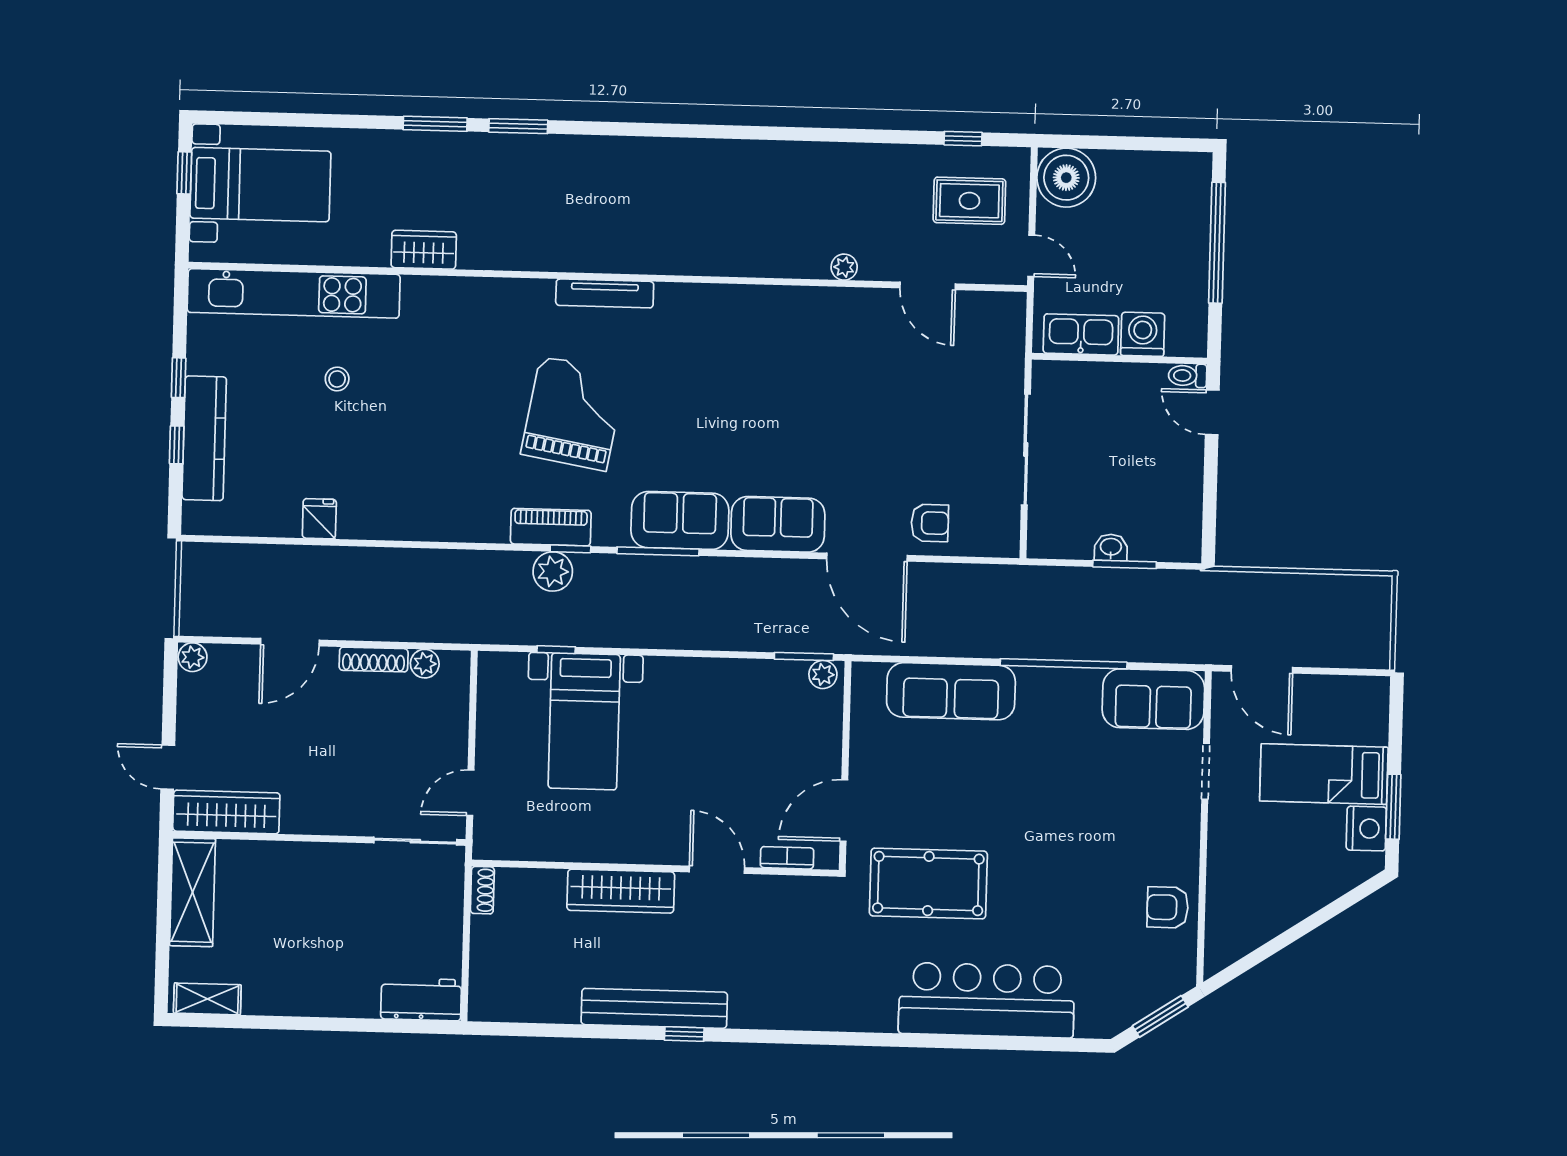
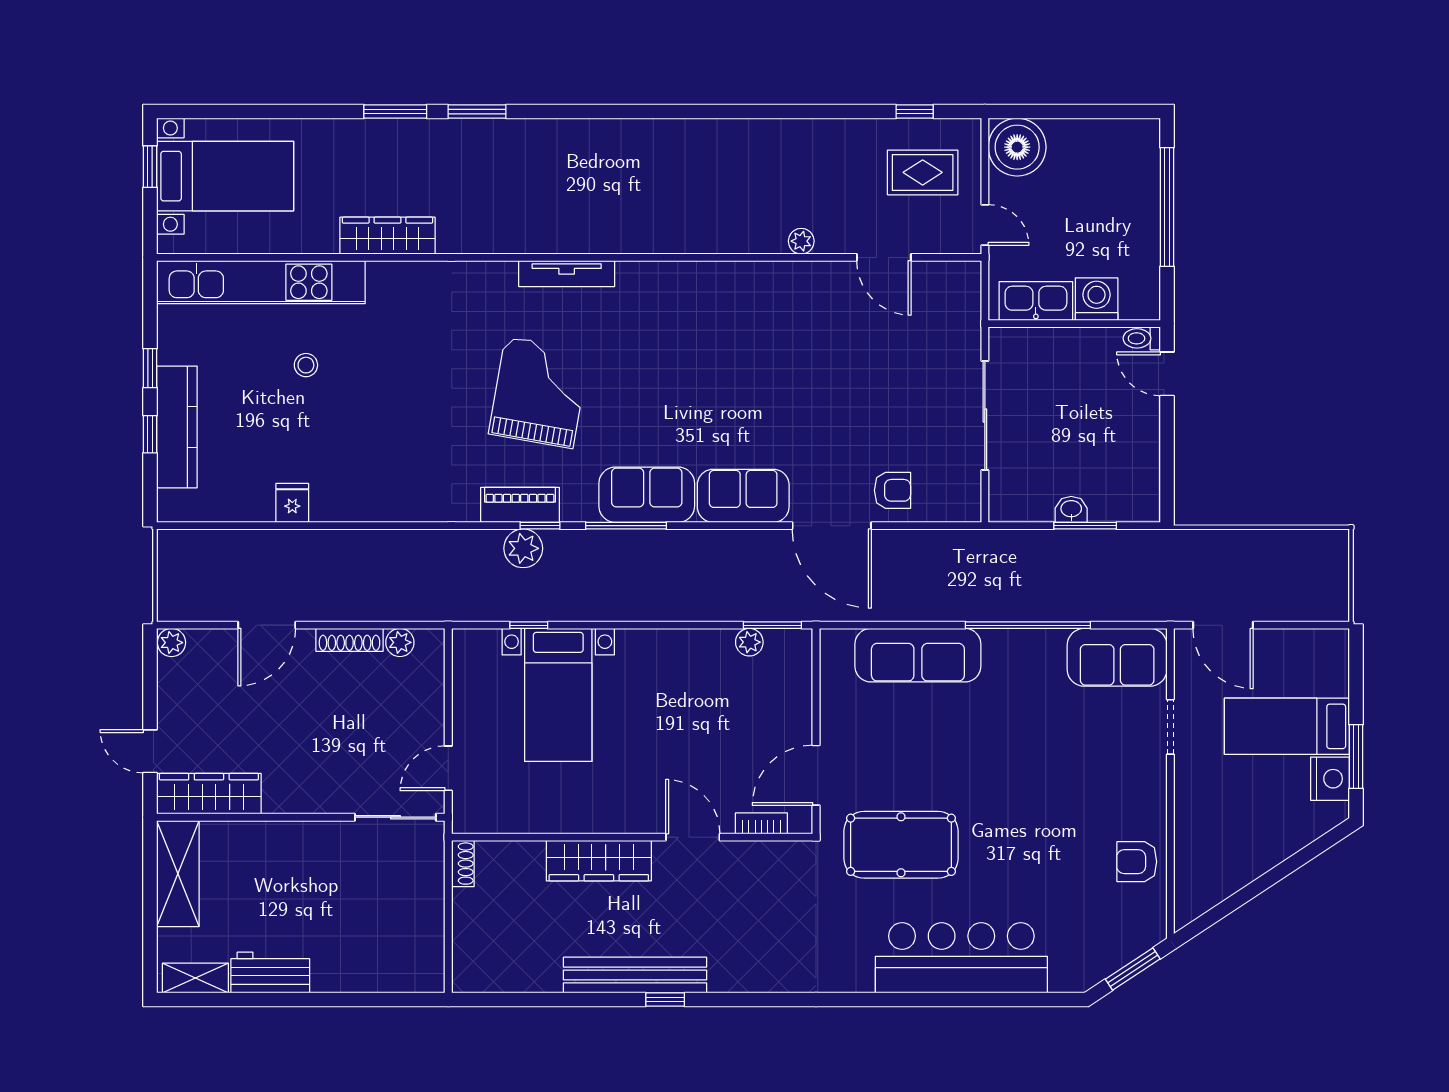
wardrobe: (424, 250) -> (388, 236), width x1.50
plant: (823, 674) -> (749, 642), moved
workbench: (421, 999) -> (270, 973), moved

